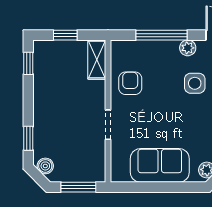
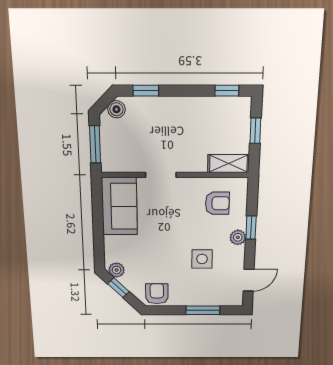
window: (161, 35) -> (251, 228), width x0.46
plant: (188, 48) -> (238, 237), moved
armchair: (130, 83) -> (217, 203), moved
sofa: (160, 165) -> (119, 206), moved

